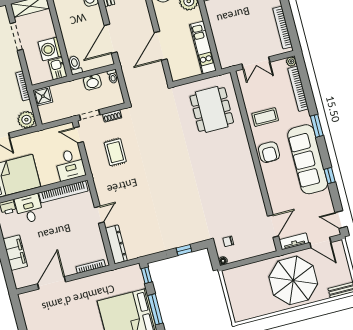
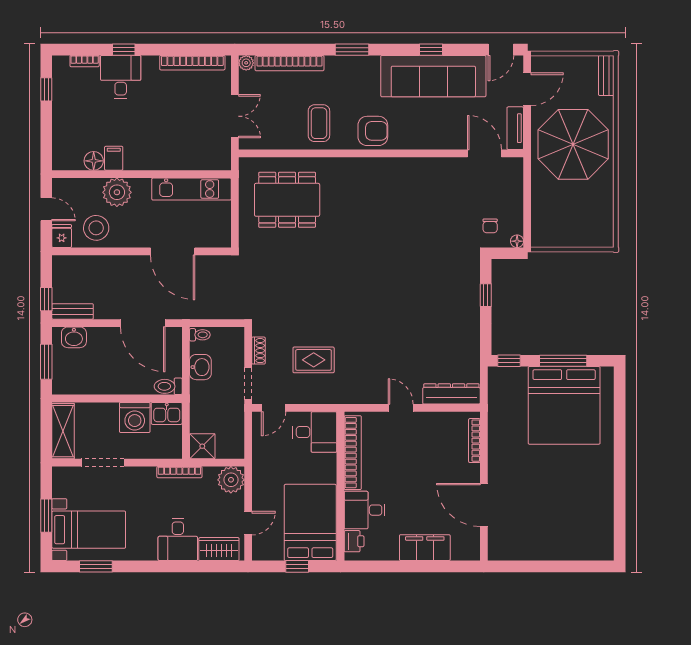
sofa: (308, 159) -> (433, 76), moved

